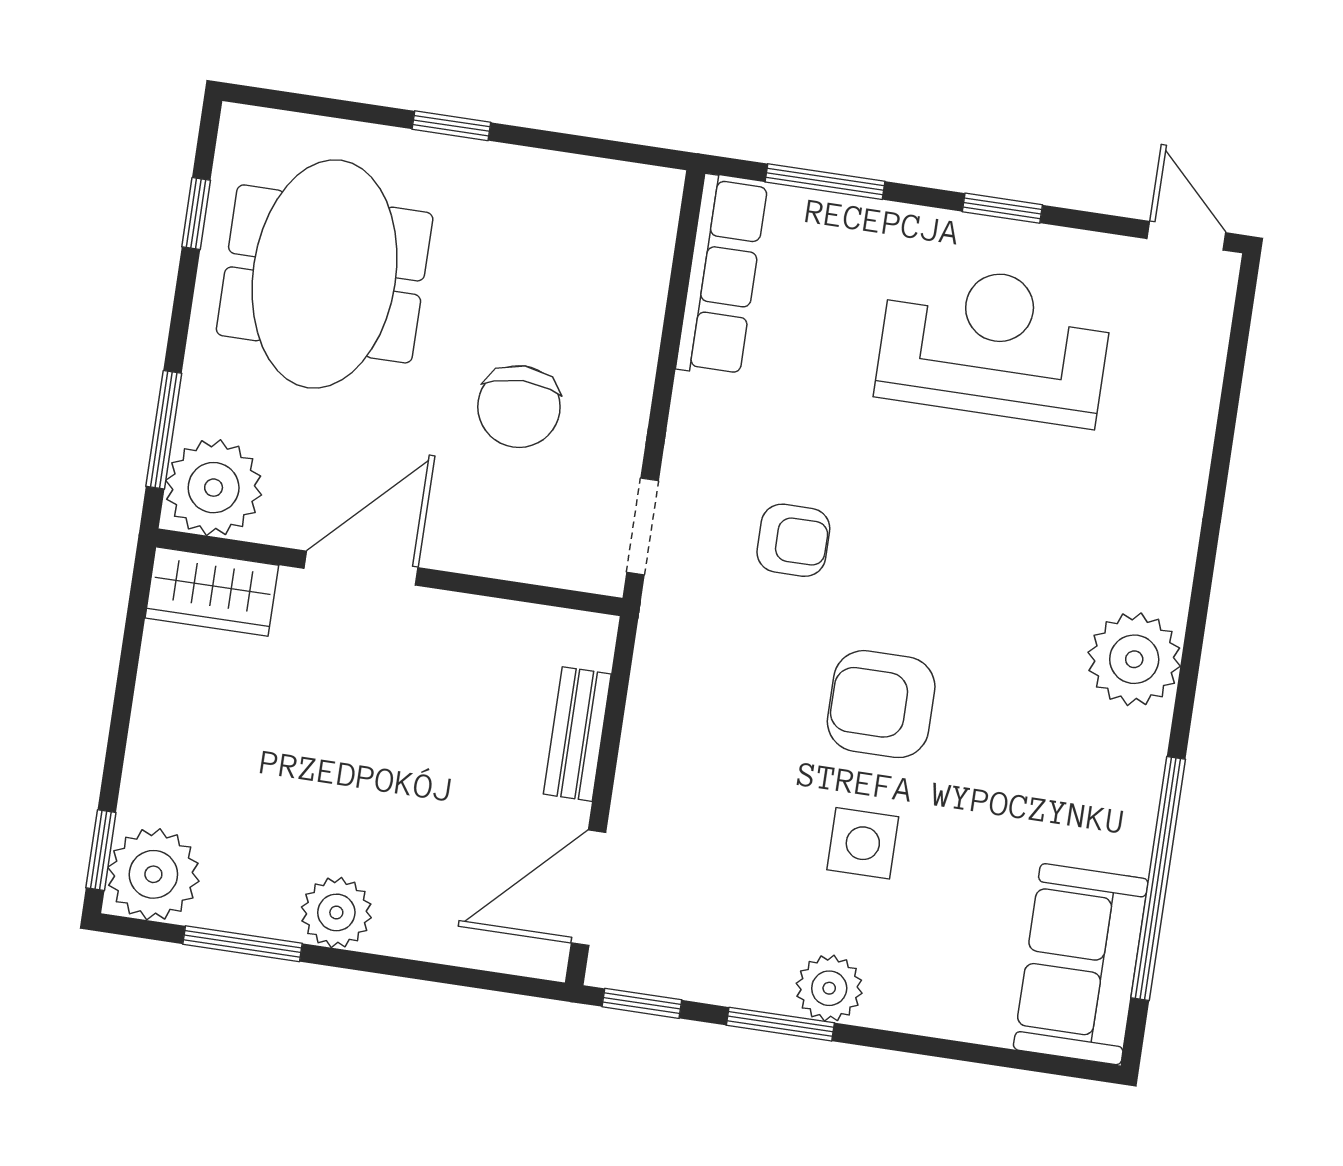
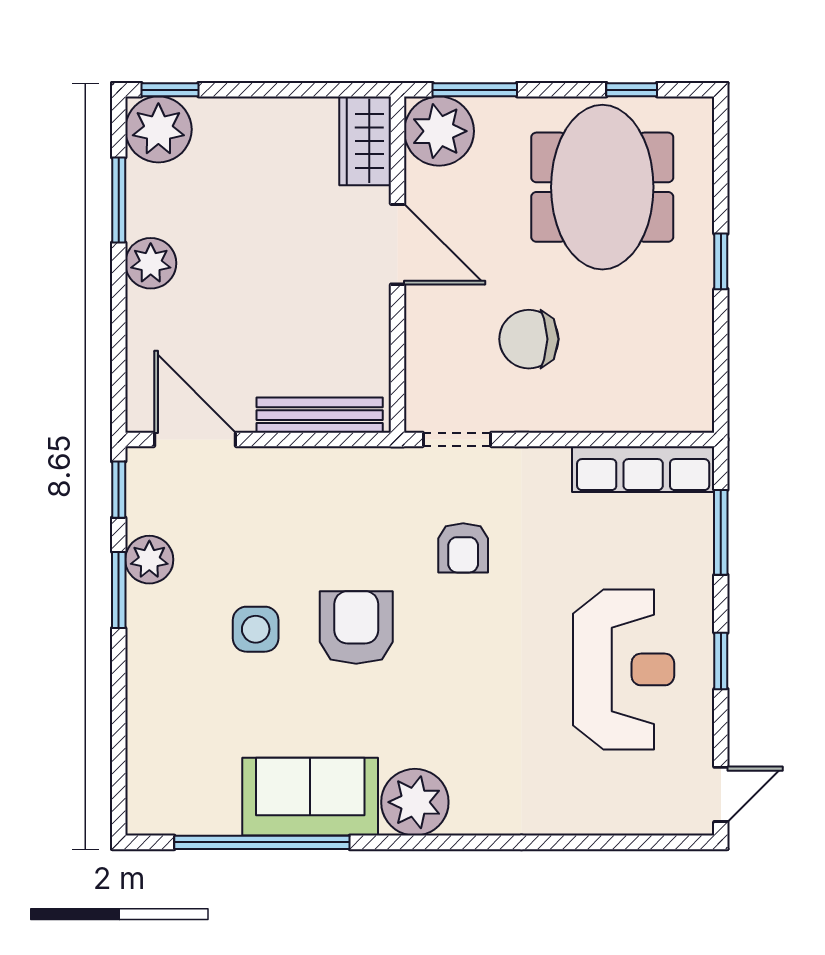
meeting table: (325, 274) -> (602, 187), turned 90
bench: (577, 734) -> (320, 415), width x1.36
sofa: (1081, 964) -> (310, 797), moved
plant: (829, 988) -> (149, 560), moved

